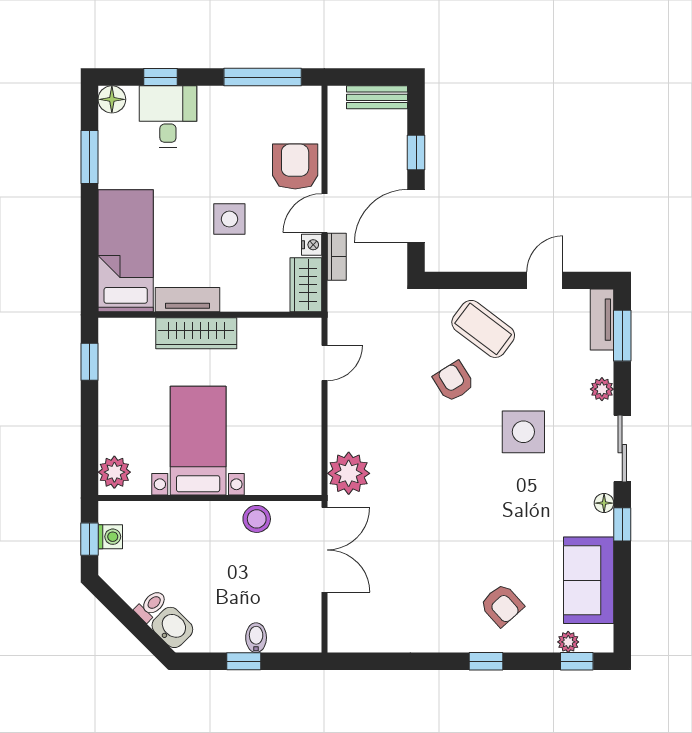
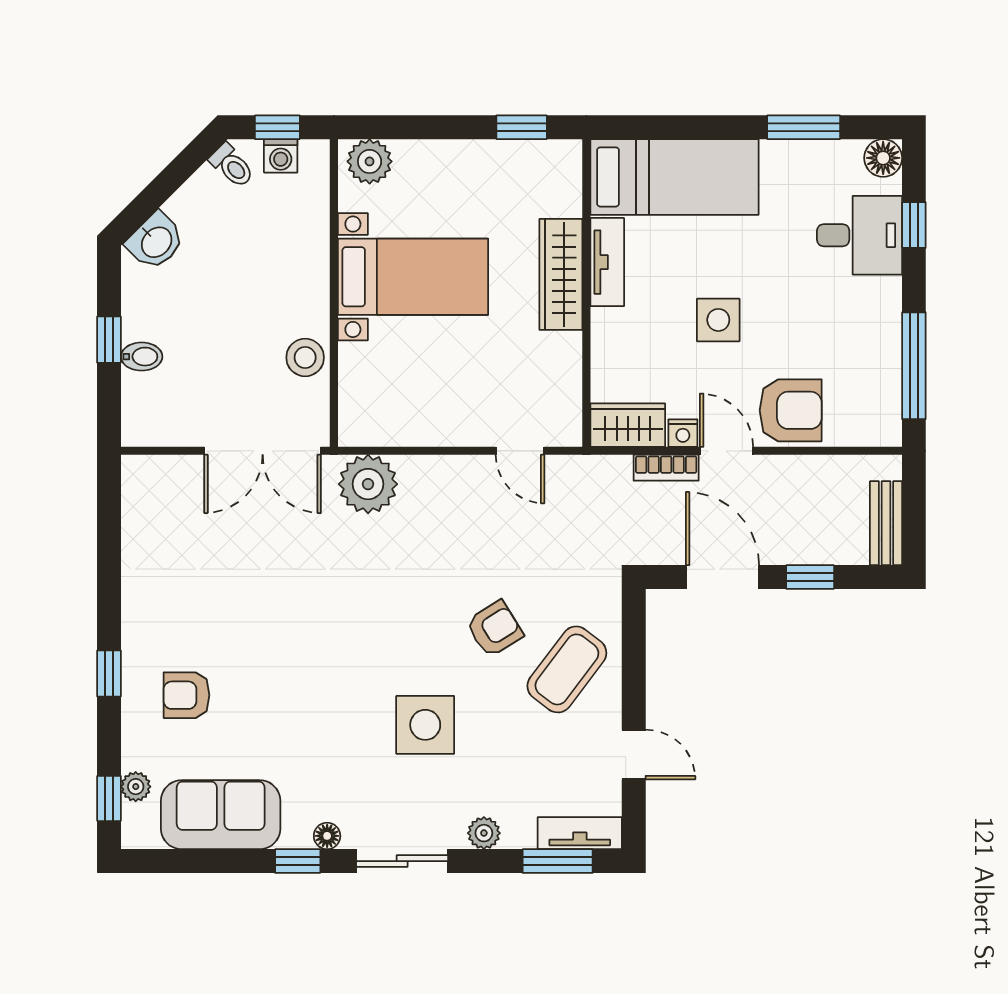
armchair: (502, 605) -> (186, 695), turned 42
toilet: (151, 606) -> (232, 166), moved

